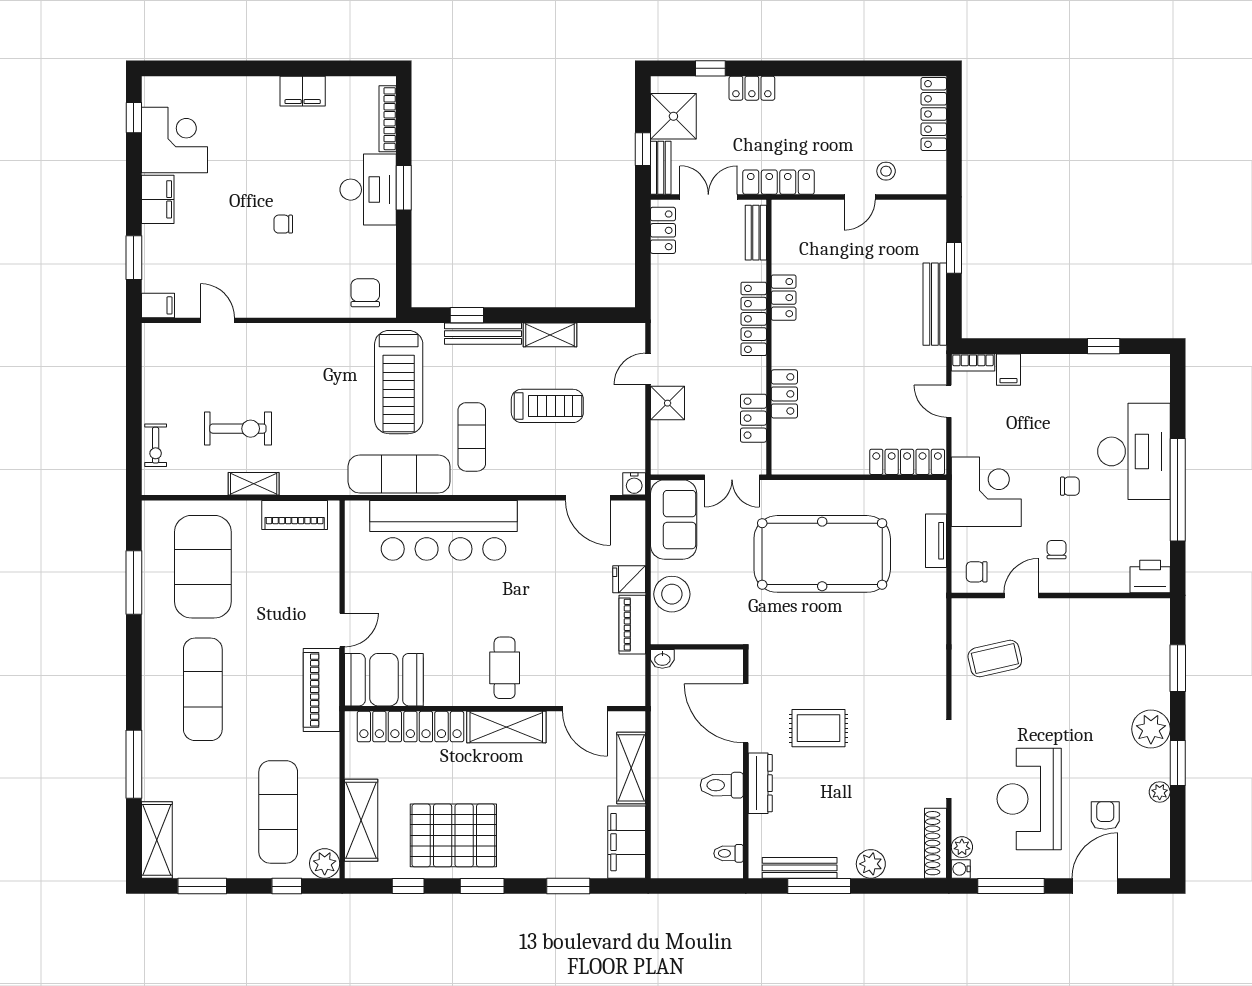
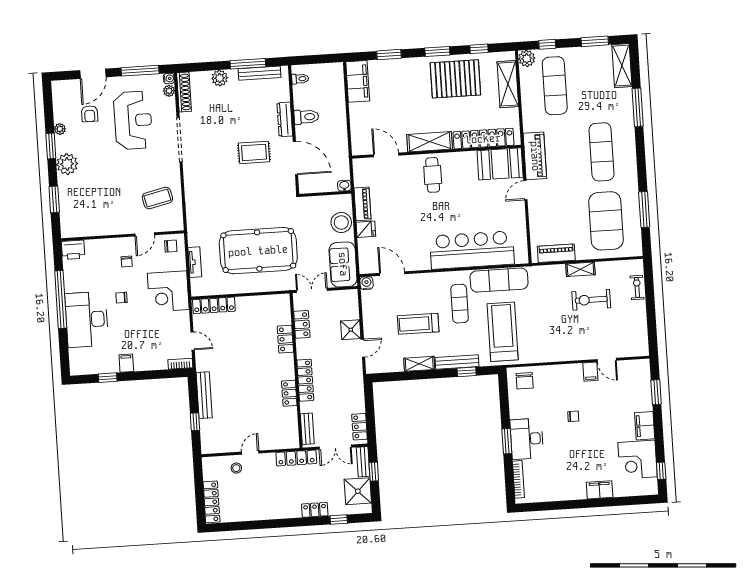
filing cabinet: (303, 91) -> (600, 490), moved
filing cabinet: (158, 305) -> (590, 372), moved, turned -90
filing cabinet: (1008, 370) -> (126, 363), moved
shelving: (631, 768) -> (358, 123), removed

